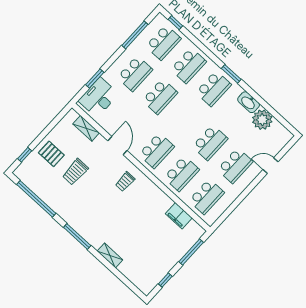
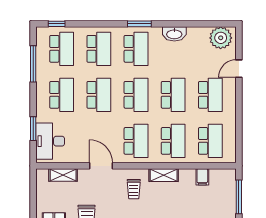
school desk: (185, 120) -> (136, 95), added
plant: (262, 120) -> (221, 38), moved
shelving: (154, 191) -> (164, 175), added
filing cabinet: (179, 216) -> (202, 177), width x0.50

